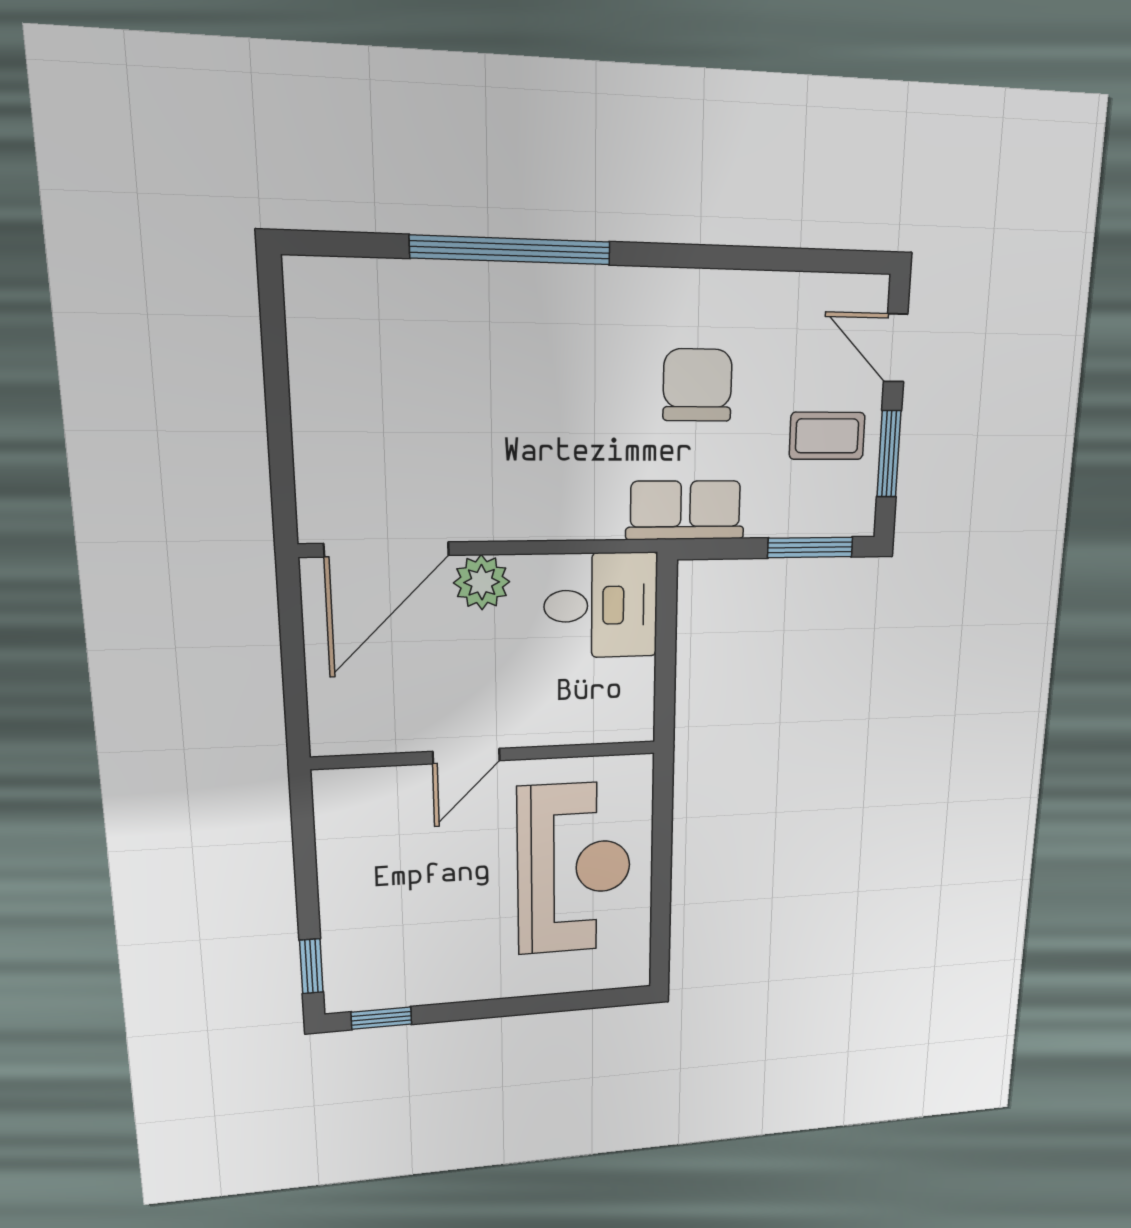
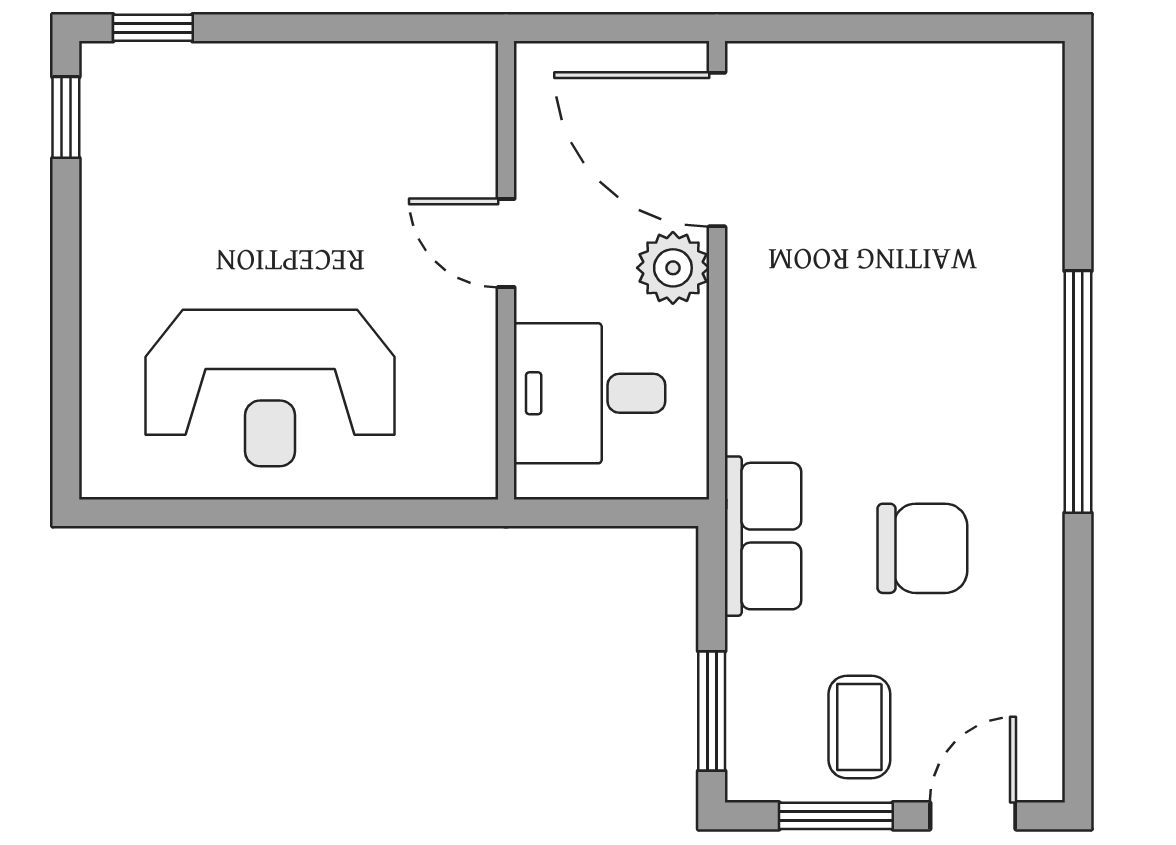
window: (511, 250) -> (1078, 392), moved
desk: (601, 605) -> (590, 393), moved, turned 90
wall: (487, 755) -> (506, 270), moved
door: (466, 756) -> (506, 243), moved

